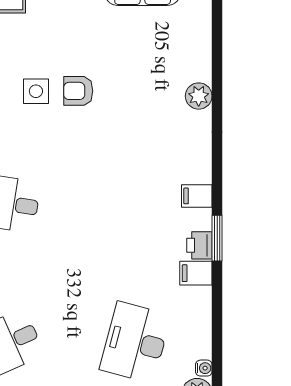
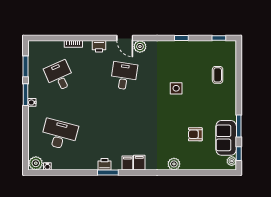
armchair: (78, 91) -> (195, 134), moved, turned -90
filing cabinet: (196, 273) -> (139, 163), moved

